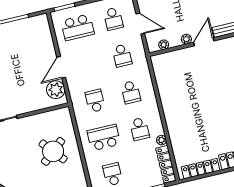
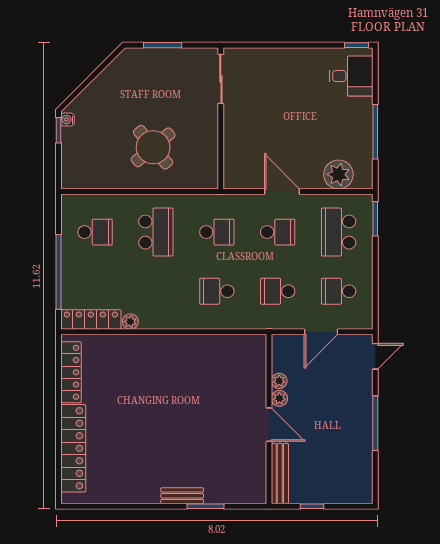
plant: (164, 45) -> (279, 381), moved
plant: (56, 90) -> (338, 174), moved
school desk: (140, 129) -> (278, 232), moved, turned 180

